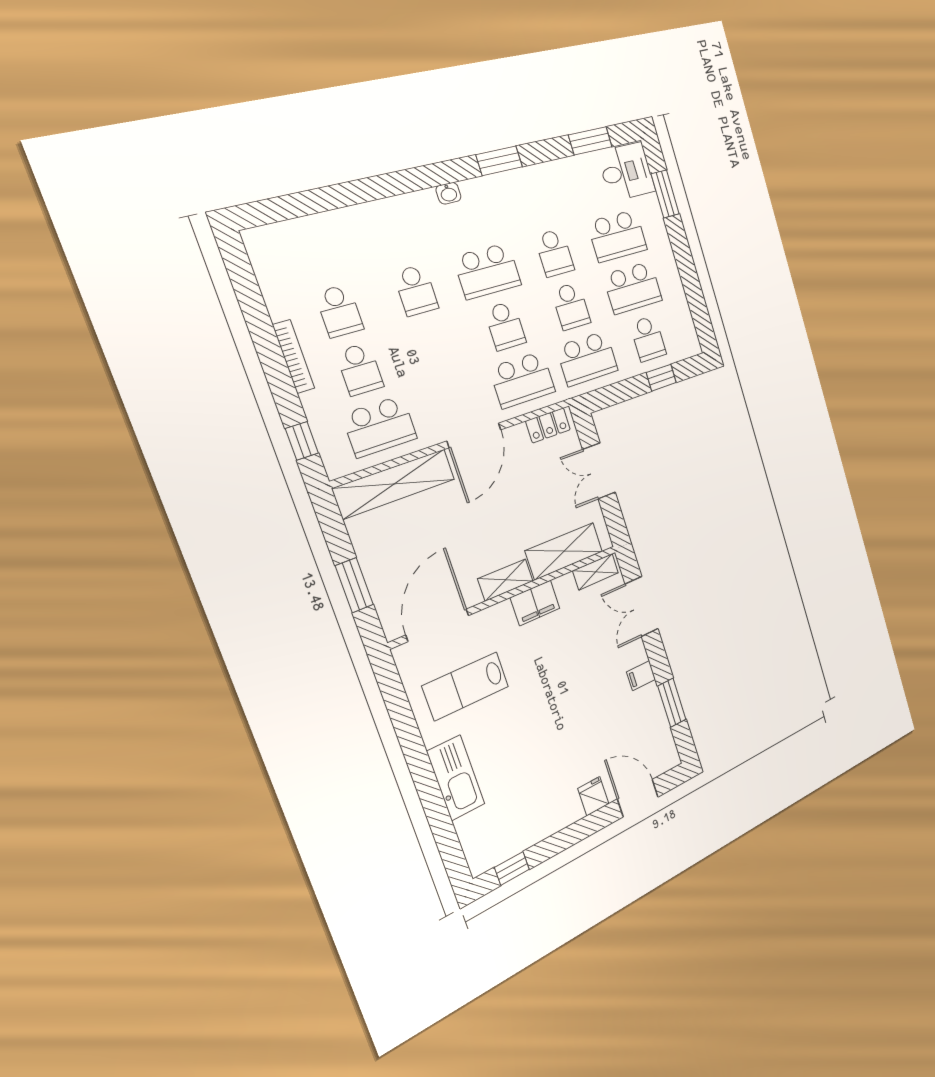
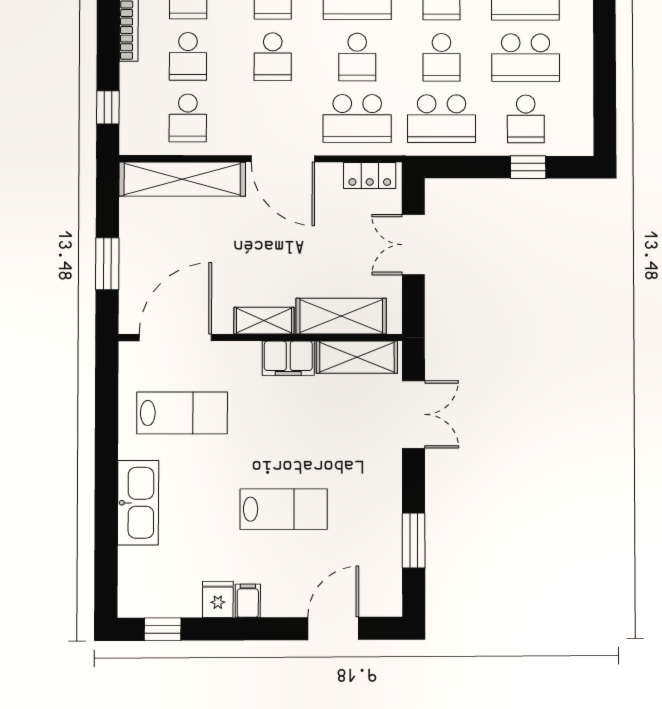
school desk: (435, 347) -> (273, 57), added
school desk: (380, 426) -> (188, 118), width x0.54
door: (474, 435) -> (283, 159), hinge flipped
shelving: (596, 572) -> (357, 357), width x1.50, depth x1.33
double door: (642, 607) -> (413, 414), swing flipped
filing cabinet: (641, 676) -> (248, 601), moved, turned 90
lab bench: (466, 686) -> (182, 413), turned 180
lab bench: (572, 726) -> (284, 509), added
fridge: (593, 796) -> (218, 599), moved
door: (638, 798) -> (333, 628), hinge flipped

